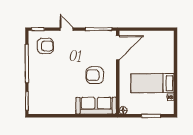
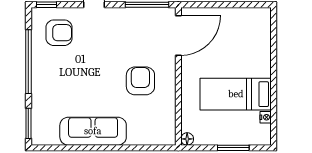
armchair: (95, 75) -> (140, 81), turned 90
sofa: (96, 106) -> (93, 131), moved

